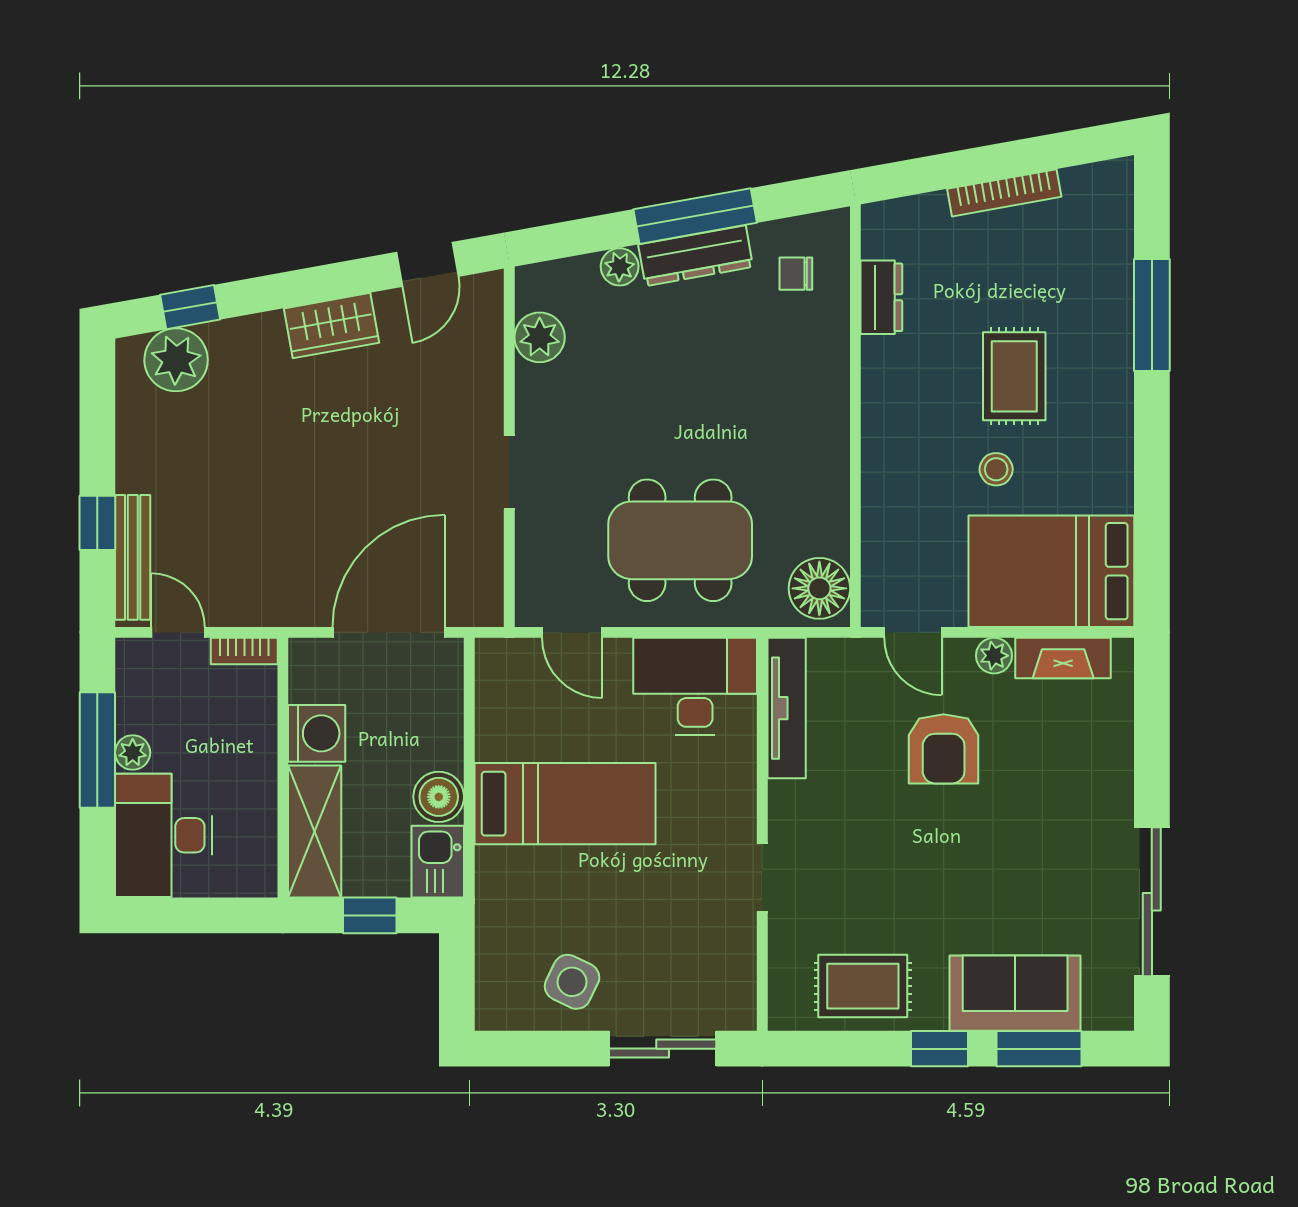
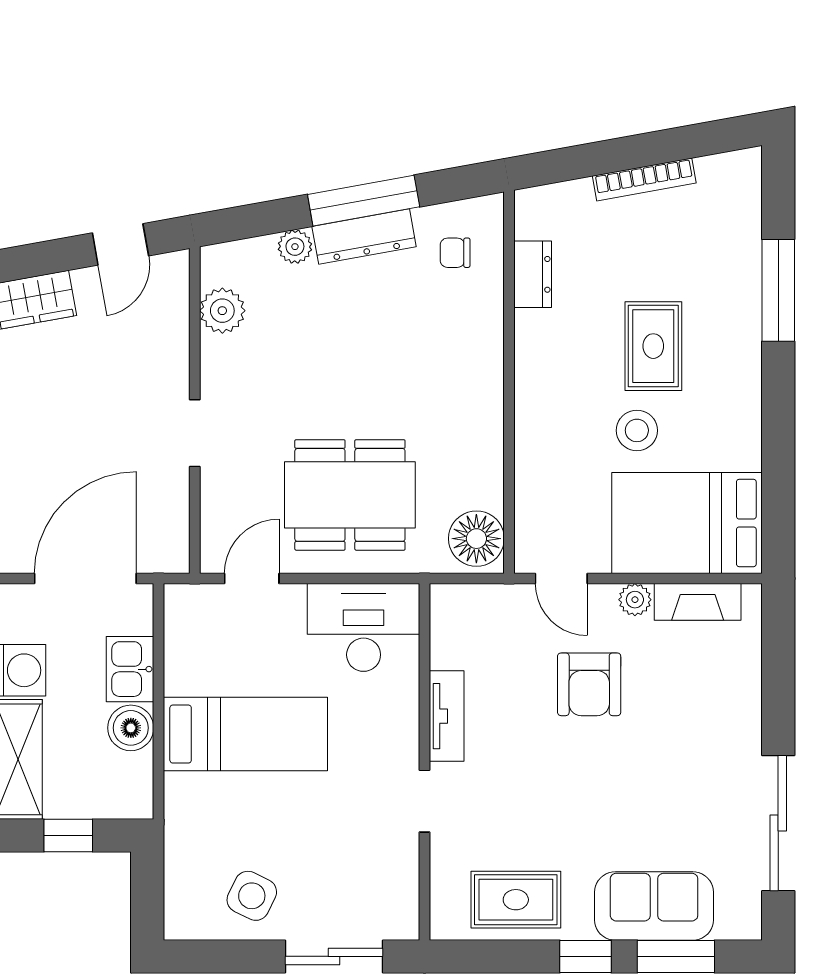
stool: (996, 469) -> (637, 430), width x1.37, depth x1.37
door: (572, 632) -> (252, 579), swing flipped
tv unit: (787, 708) -> (447, 716), moved, width x0.71
kitchen sink: (438, 862) -> (130, 669), moved

